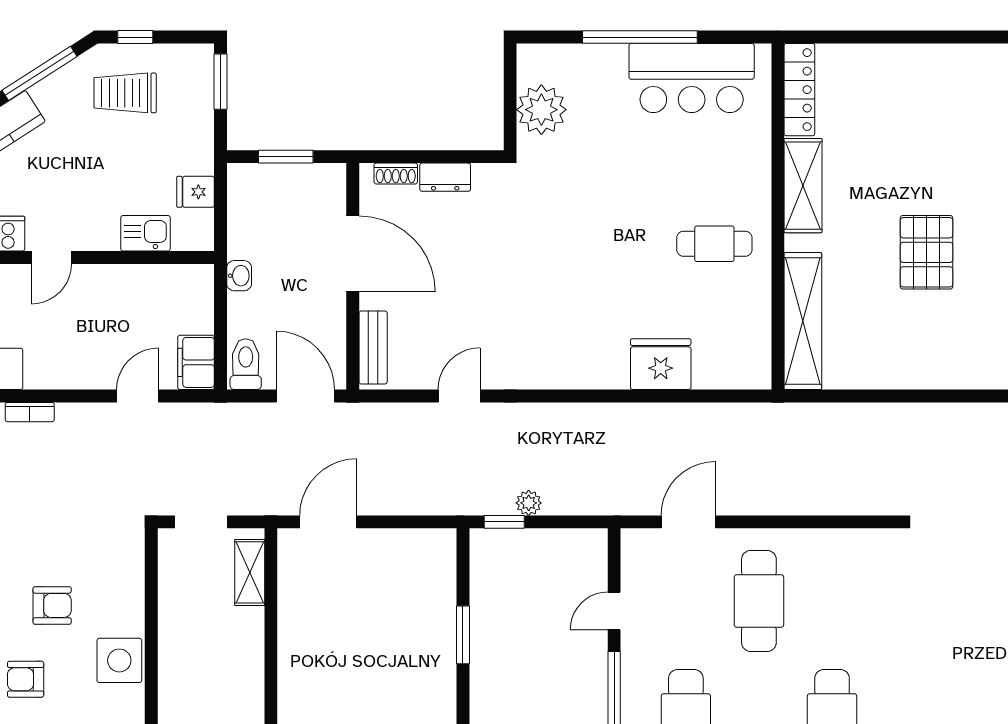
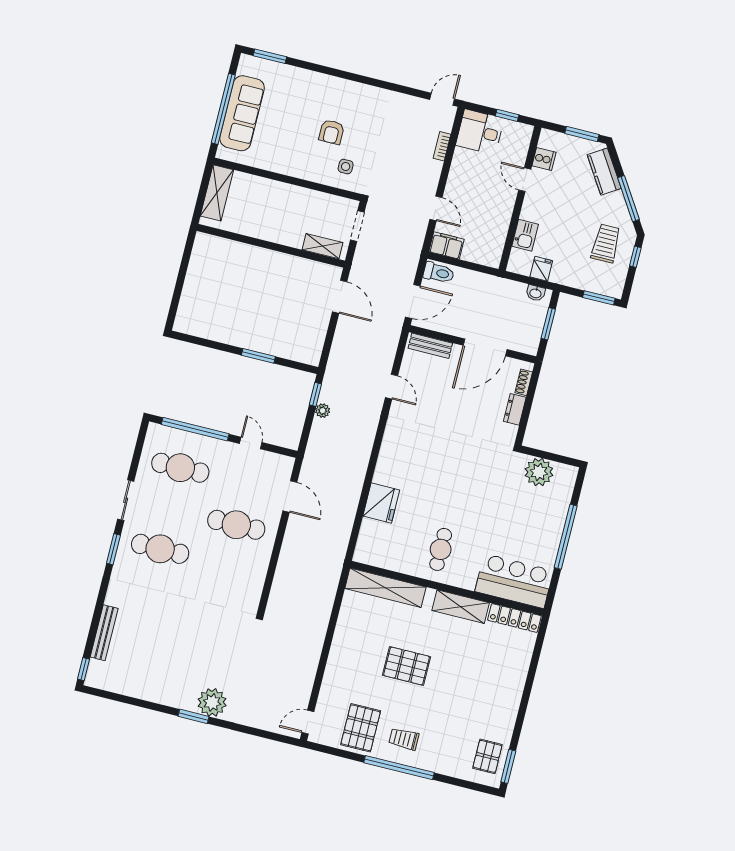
bar counter: (692, 78) -> (514, 581), moved, turned 90
washbasin: (239, 276) -> (536, 293), moved
side table: (119, 660) -> (346, 167), moved, width x0.54, depth x0.54
armchair: (26, 679) -> (294, 107), removed

